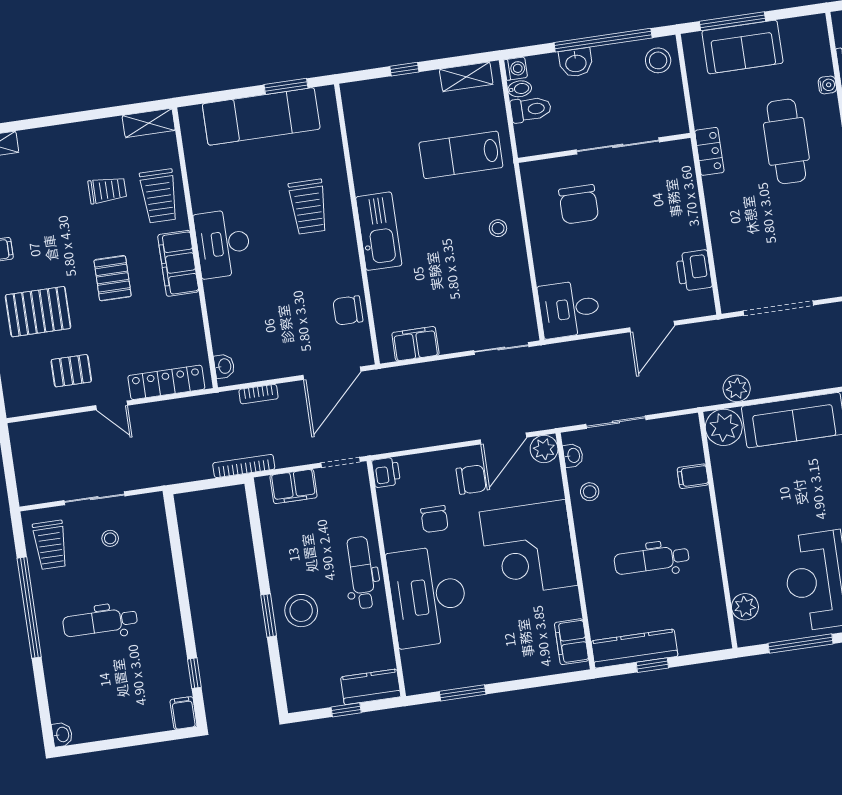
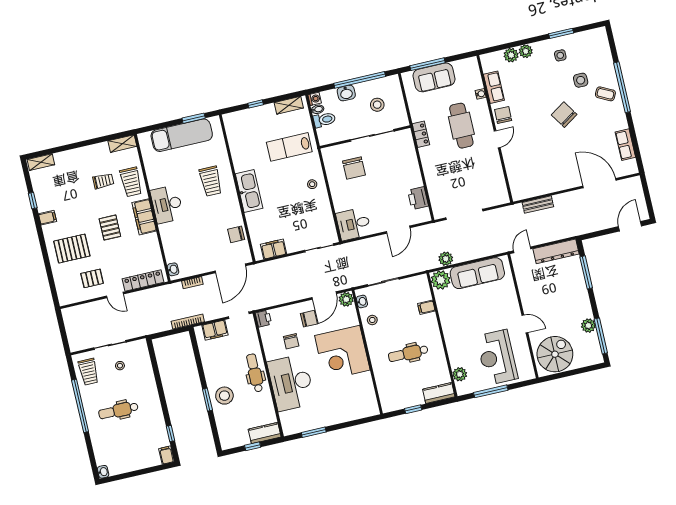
stool: (658, 60) -> (377, 105), moved
filing cabinet: (572, 642) -> (369, 400), removed
kitchen counter: (634, 649) -> (439, 393), moved, width x0.67

